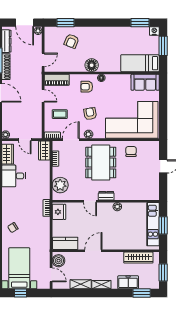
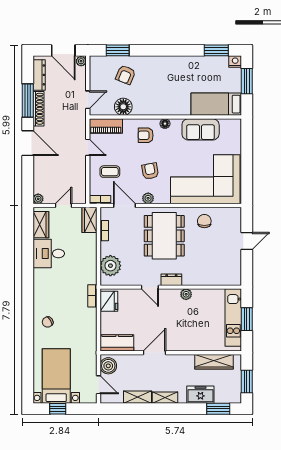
floor lamp: (92, 65) -> (123, 107), moved
sofa: (145, 82) -> (201, 129), moved
door: (25, 140) -> (63, 205), swing flipped
door: (71, 140) -> (124, 205), hinge flipped

